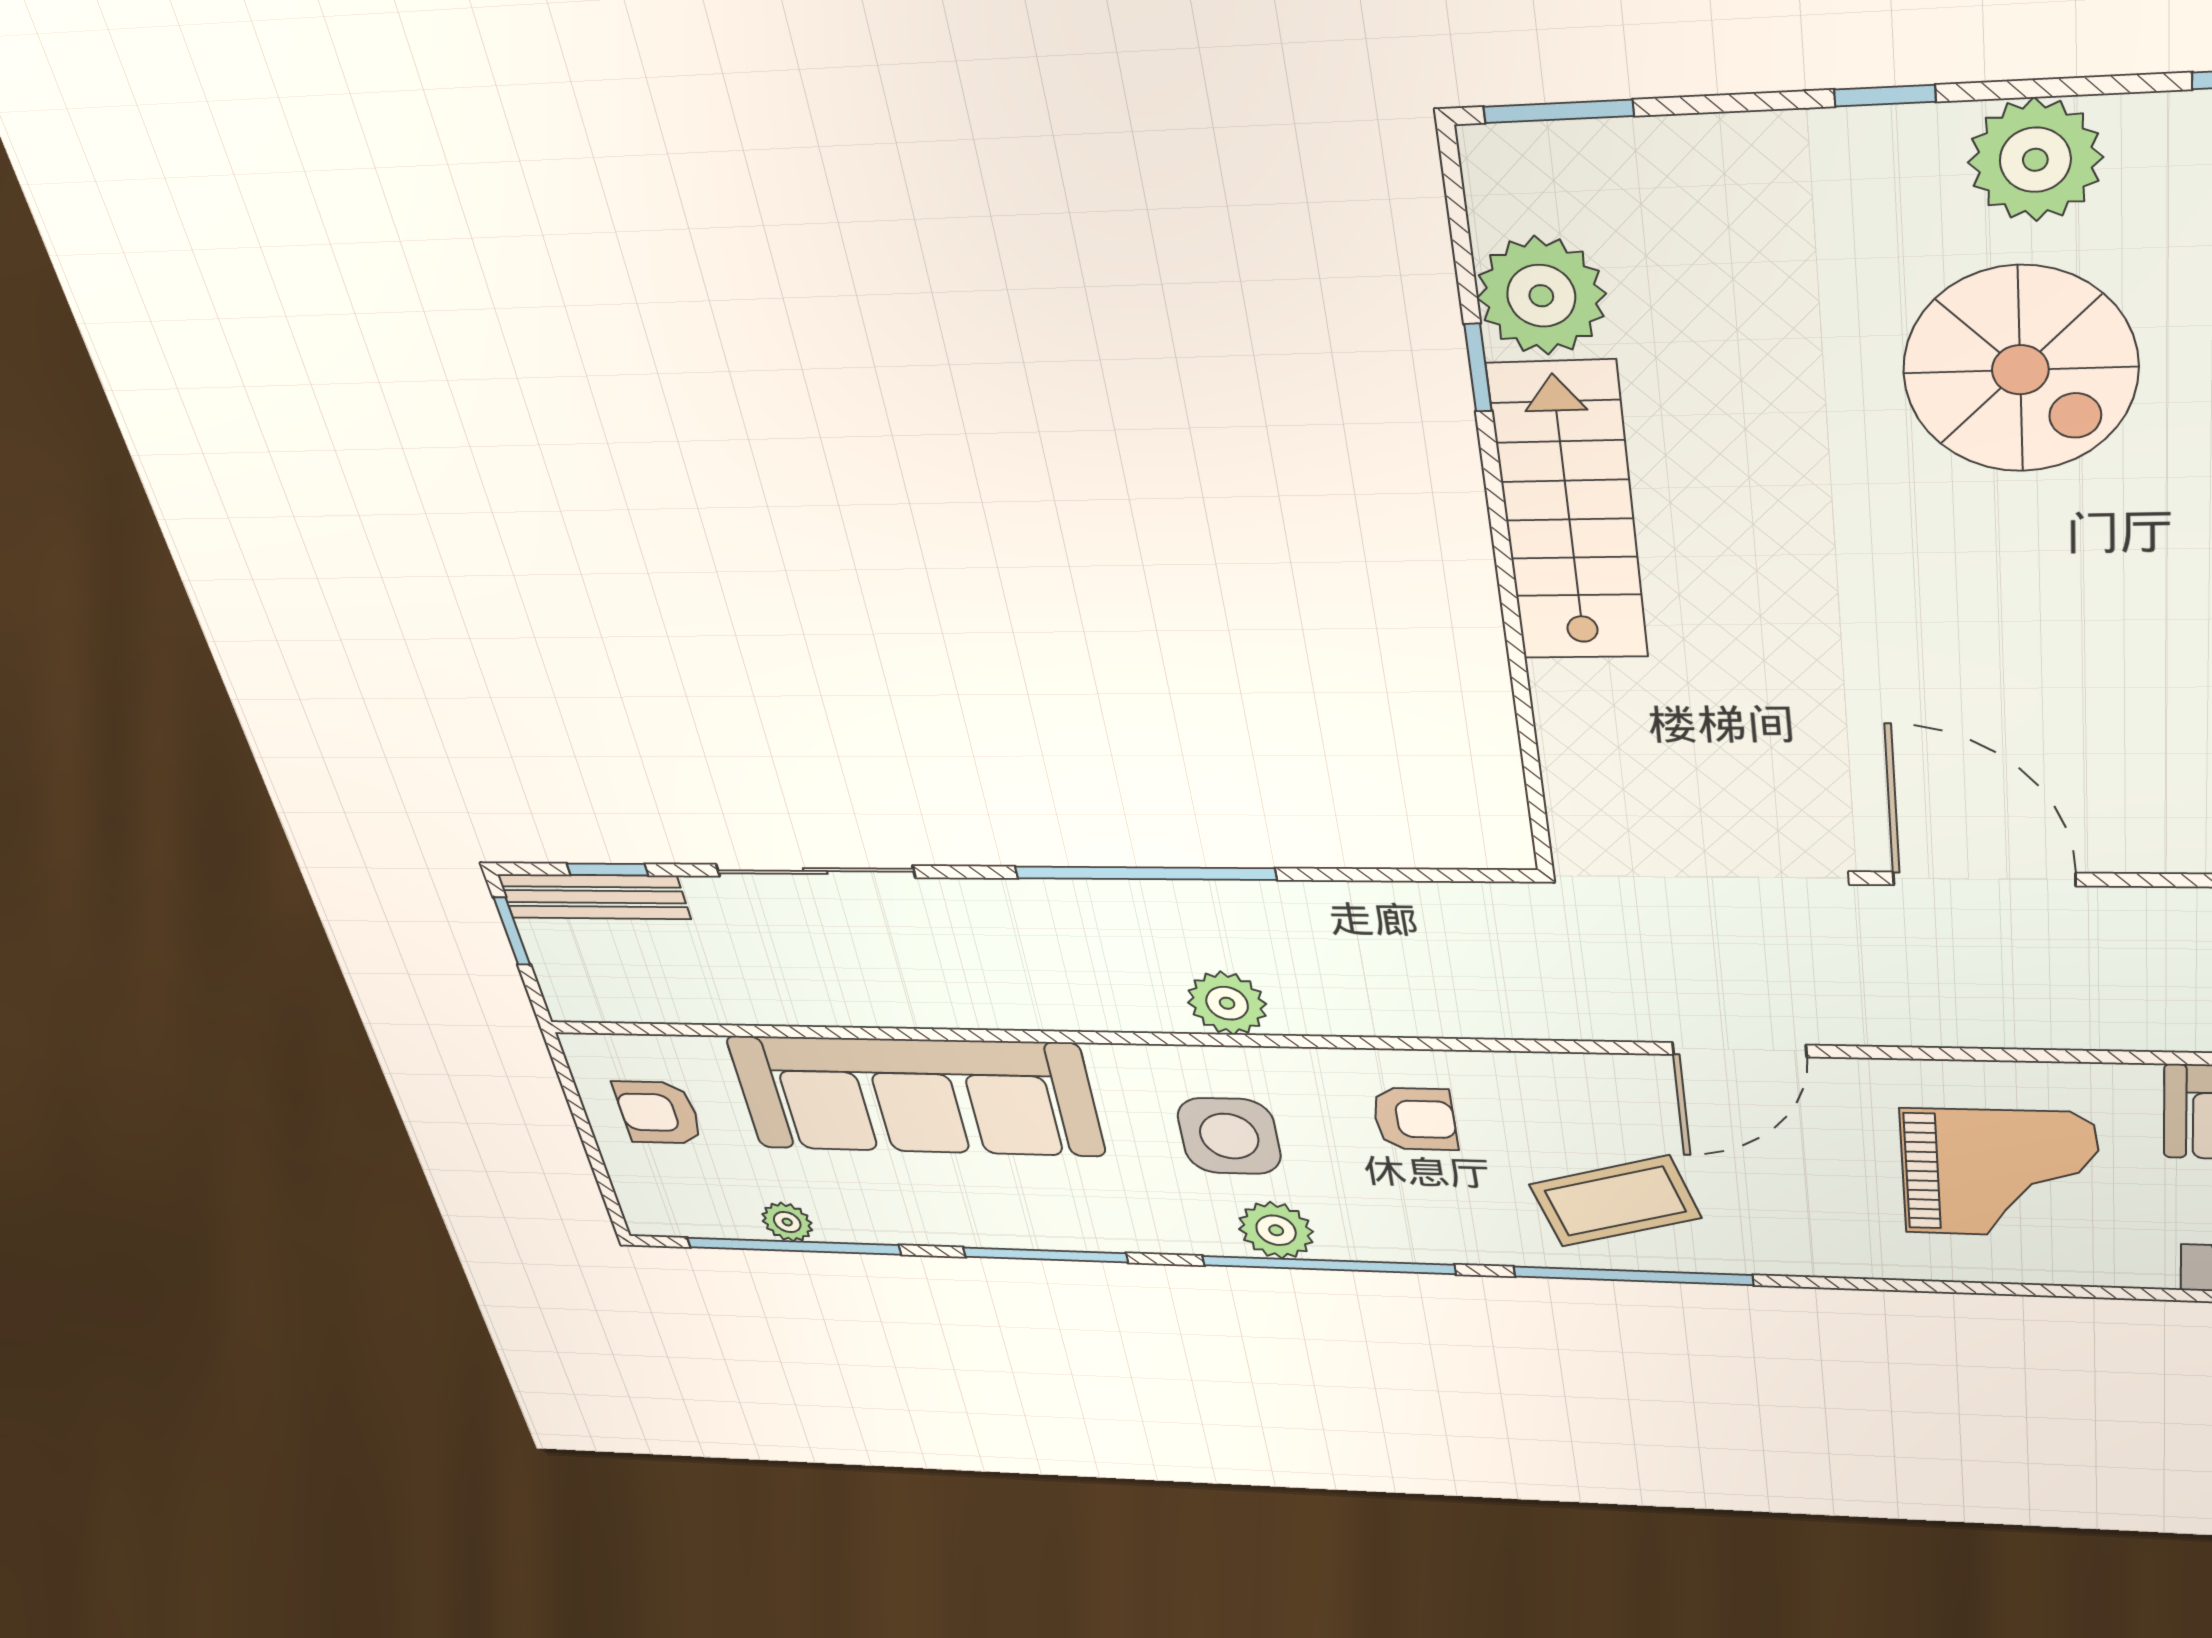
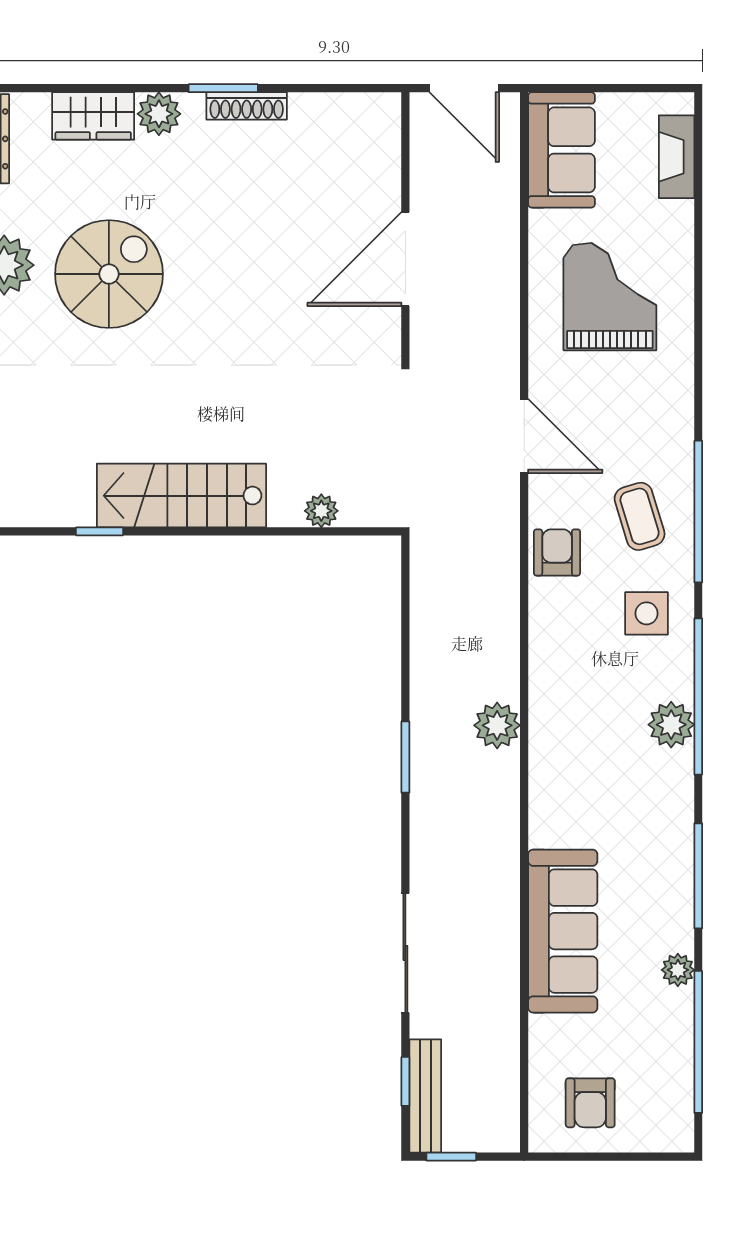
plant: (1541, 296) -> (321, 511), moved, width x0.53, depth x0.53
window: (1145, 873) -> (405, 757), width x0.47
door: (1984, 879) -> (405, 259), moved
sofa: (916, 1096) -> (563, 931), width x0.74, depth x0.79
armchair: (1415, 1119) -> (557, 552), moved
side table: (1229, 1136) -> (647, 613), moved, width x0.73, depth x0.73
coffee table: (1615, 1201) -> (640, 516), width x0.73, depth x0.77
plant: (787, 1222) -> (678, 970), moved

